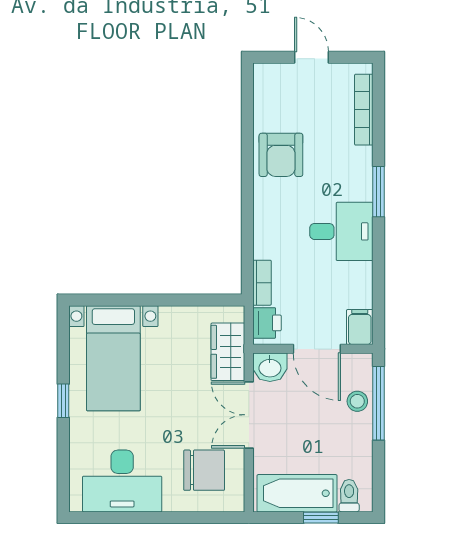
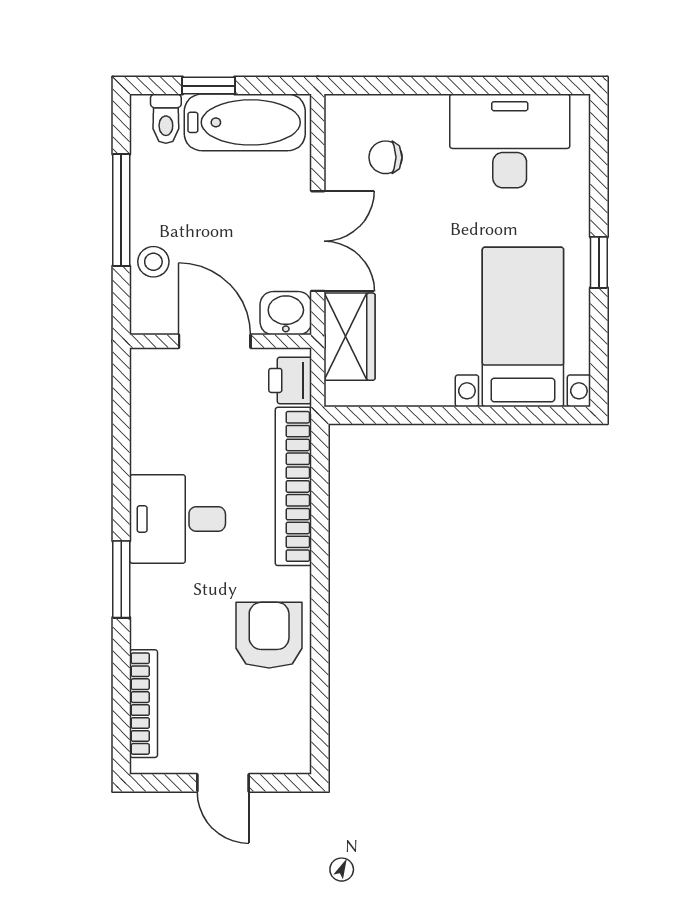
bookcase: (262, 283) -> (293, 486), width x2.31, depth x1.31
filing cabinet: (360, 327) -> (150, 374), removed
window: (379, 403) -> (121, 210), moved
chair: (204, 470) -> (386, 157), width x0.54, depth x0.54

